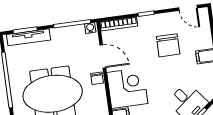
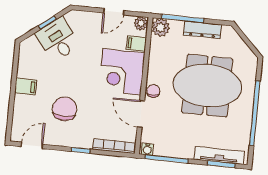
door: (188, 8) -> (32, 145), hinge flipped

